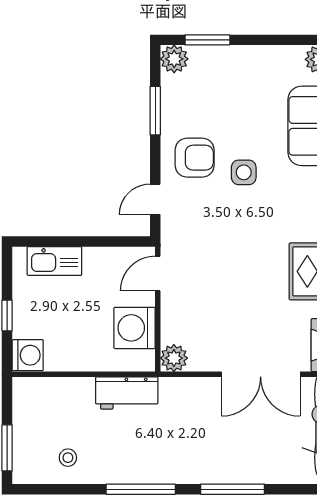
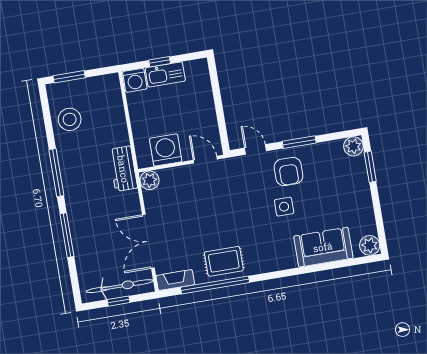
window: (155, 111) -> (299, 142), moved
kitchen sink: (54, 261) -> (165, 74), moved, turned -90
workbench: (127, 393) -> (123, 169), moved
stool: (68, 458) -> (70, 119), width x1.89, depth x1.89

